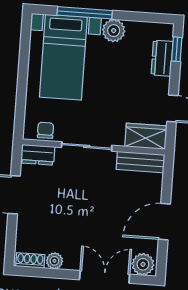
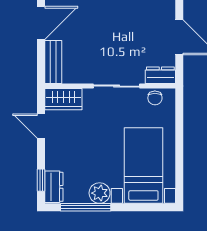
window: (85, 13) -> (86, 207), moved
dresser: (162, 58) -> (54, 187), moved
bench: (140, 162) -> (53, 62), moved, turned 90

